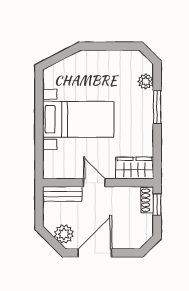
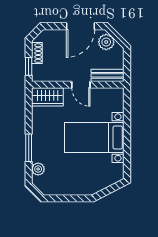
shoe rack: (147, 200) -> (37, 53), moved

